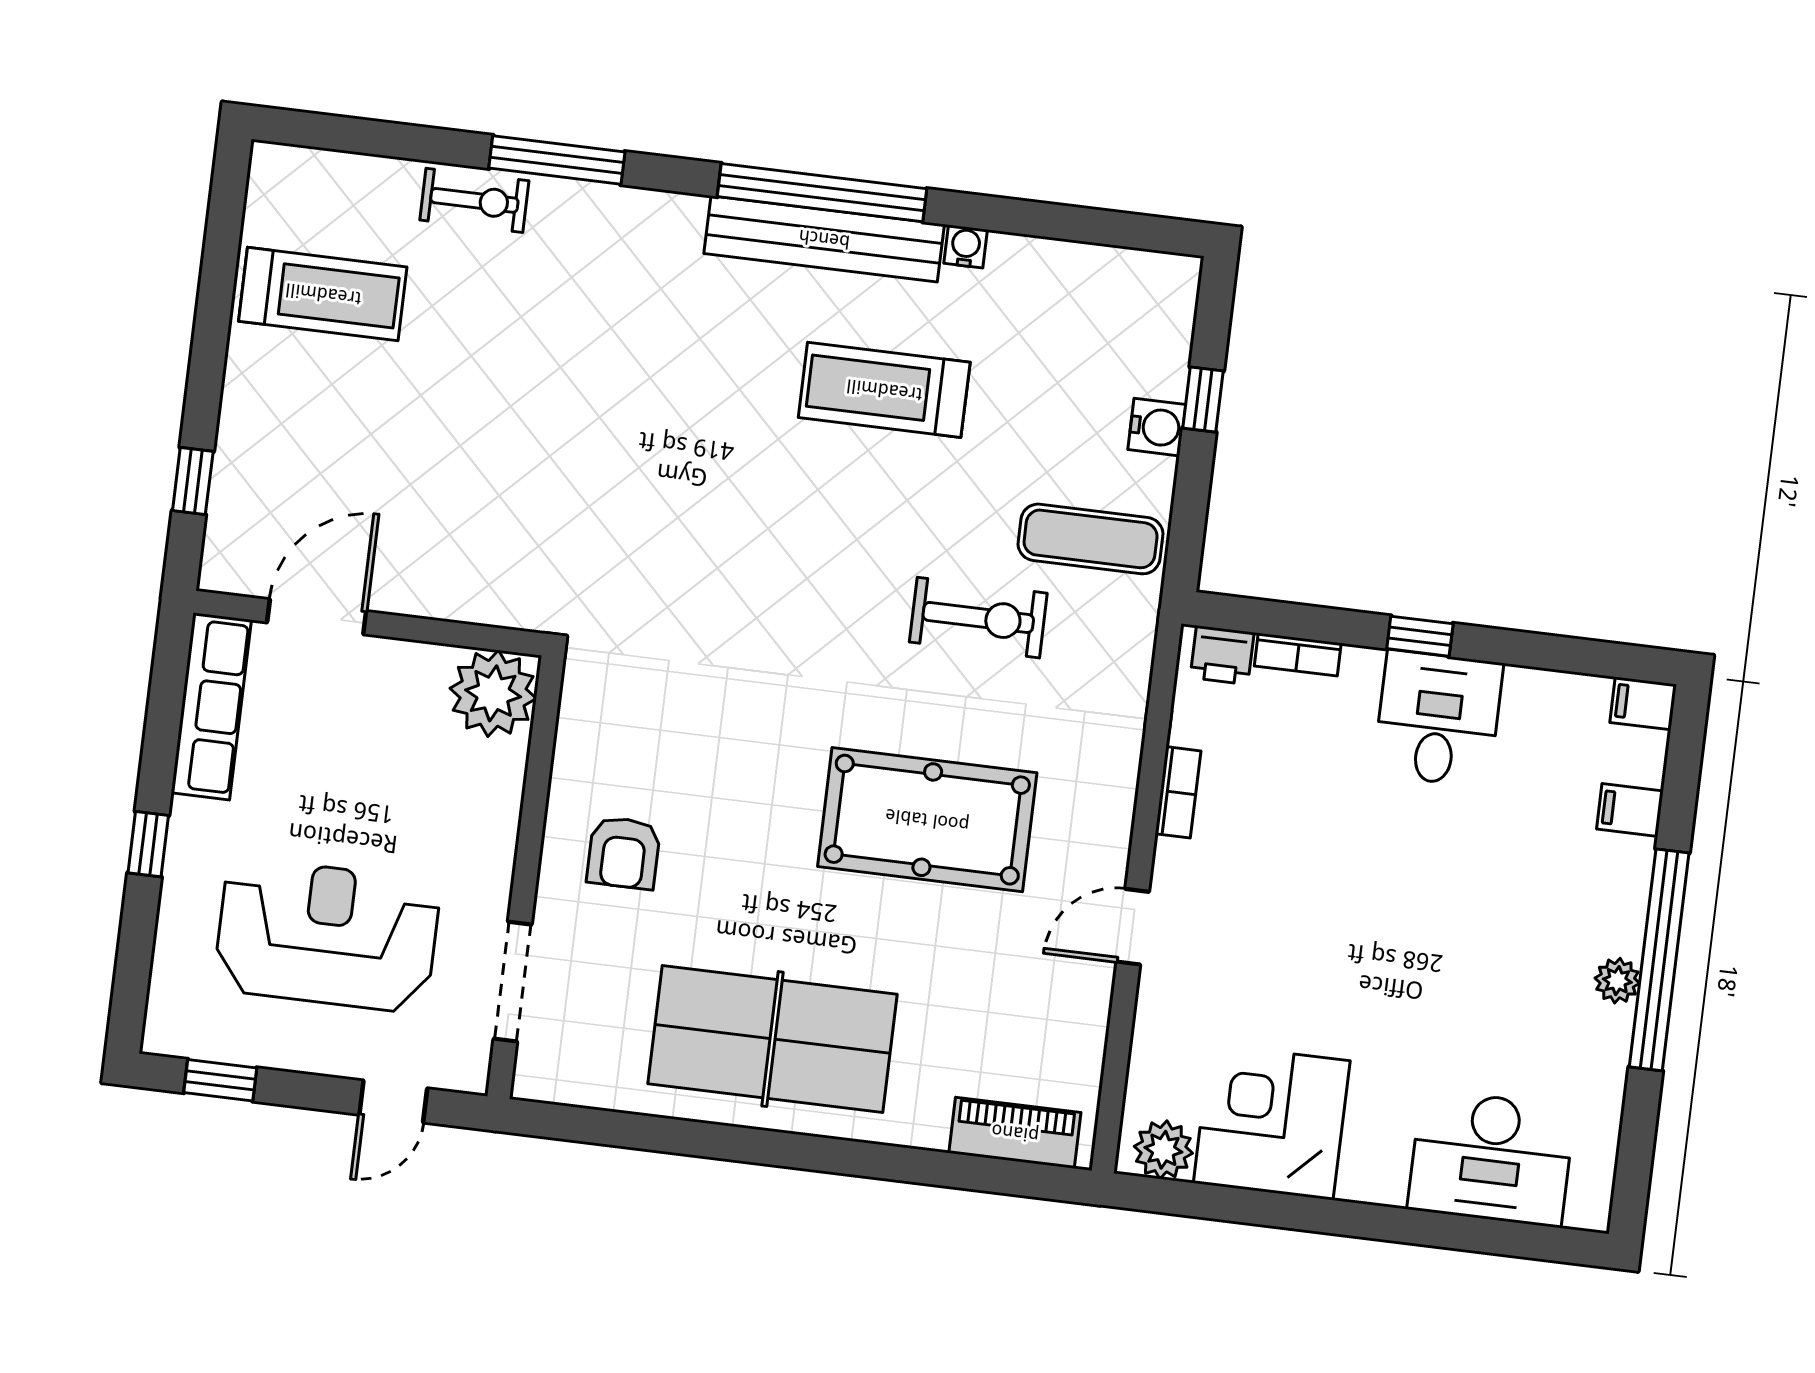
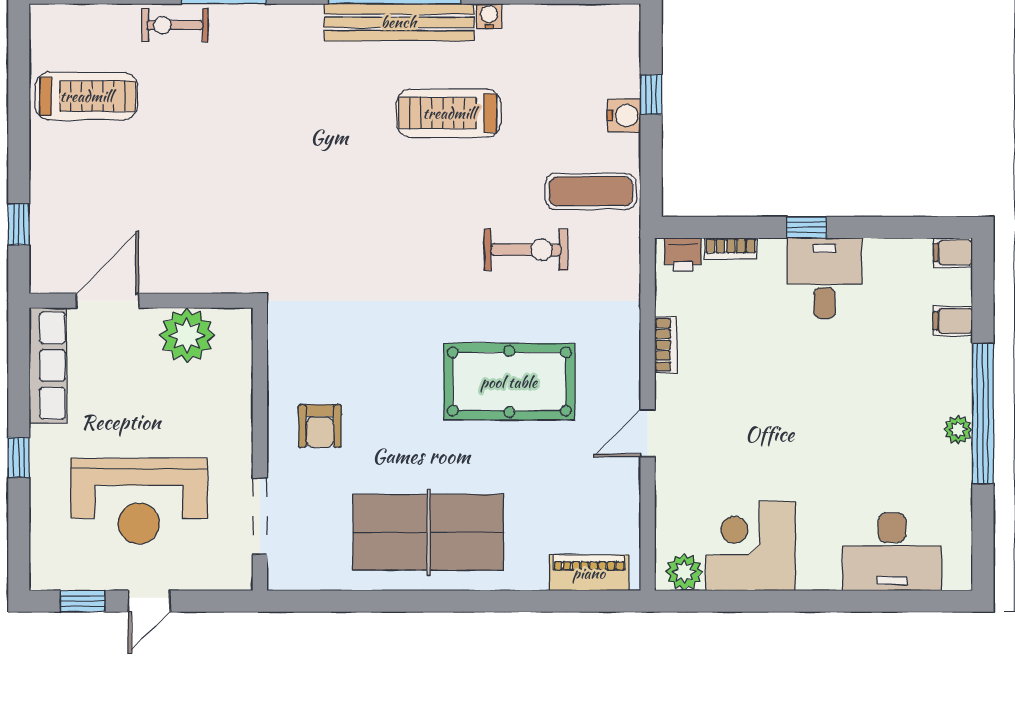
exercise bike: (474, 200) -> (175, 25), turned 180
plant: (493, 693) -> (187, 335), moved
reception desk: (327, 935) -> (139, 501), turned 180
door: (393, 1101) -> (149, 601), moved

